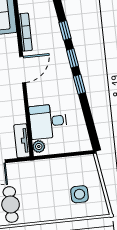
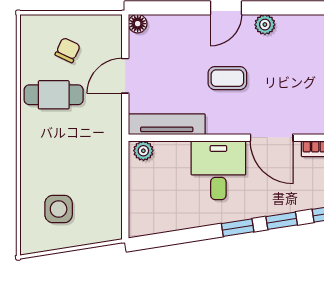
desk: (48, 121) -> (218, 170), moved
tv unit: (22, 141) -> (167, 124), width x1.41

